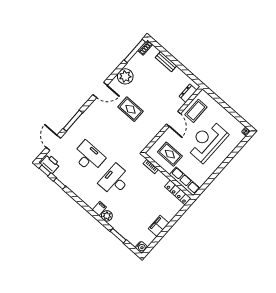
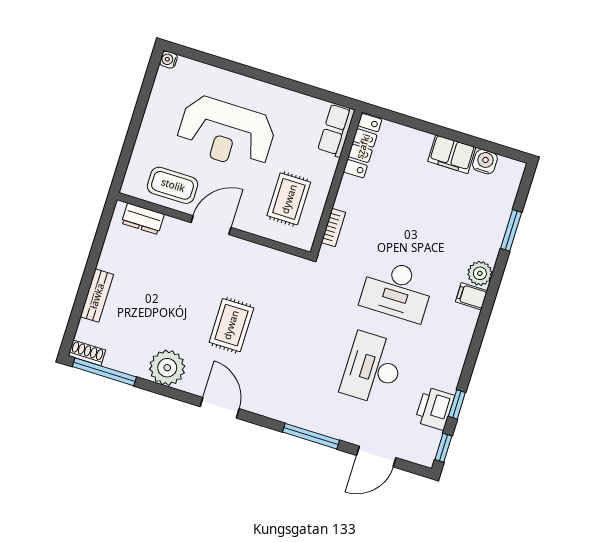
printer: (50, 164) -> (435, 409), moved
row of seats: (185, 181) -> (336, 130), width x0.68
water cooler: (141, 247) -> (485, 162), moved

